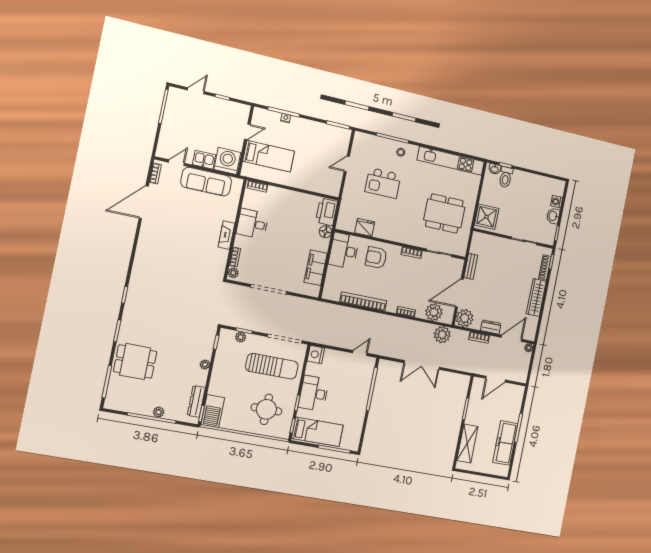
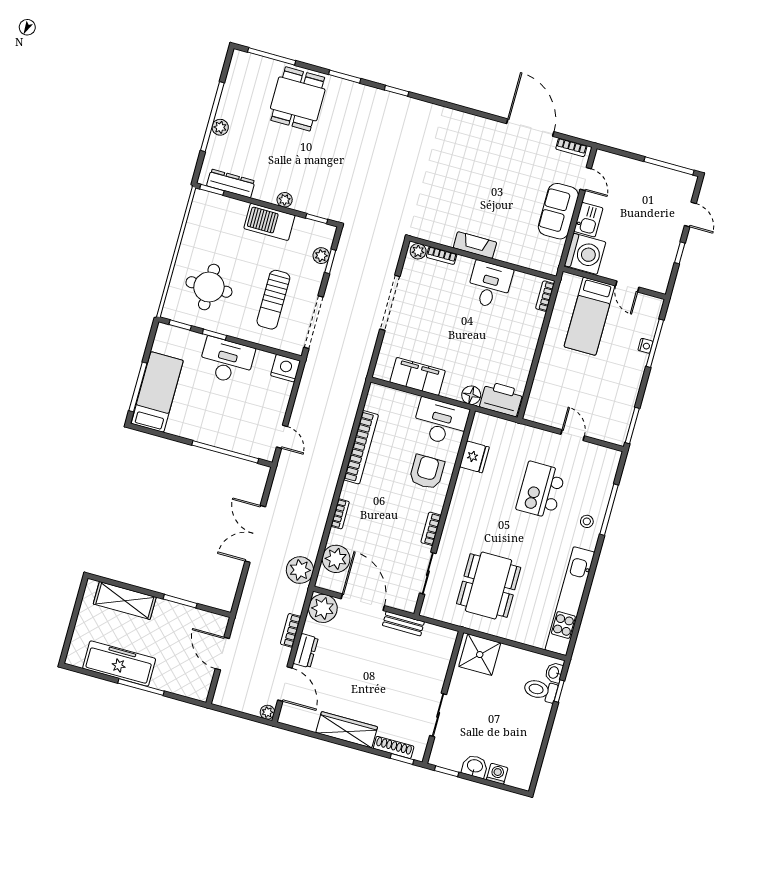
sofa: (206, 182) -> (558, 211), width x0.73
sun lounger: (272, 366) -> (273, 300), width x0.73, depth x0.75
barbecue: (213, 411) -> (269, 222), moved
bed: (317, 432) -> (157, 392), moved, turned 180

